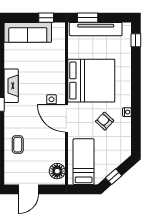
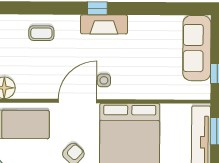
fireplace: (11, 86) -> (104, 24), moved

